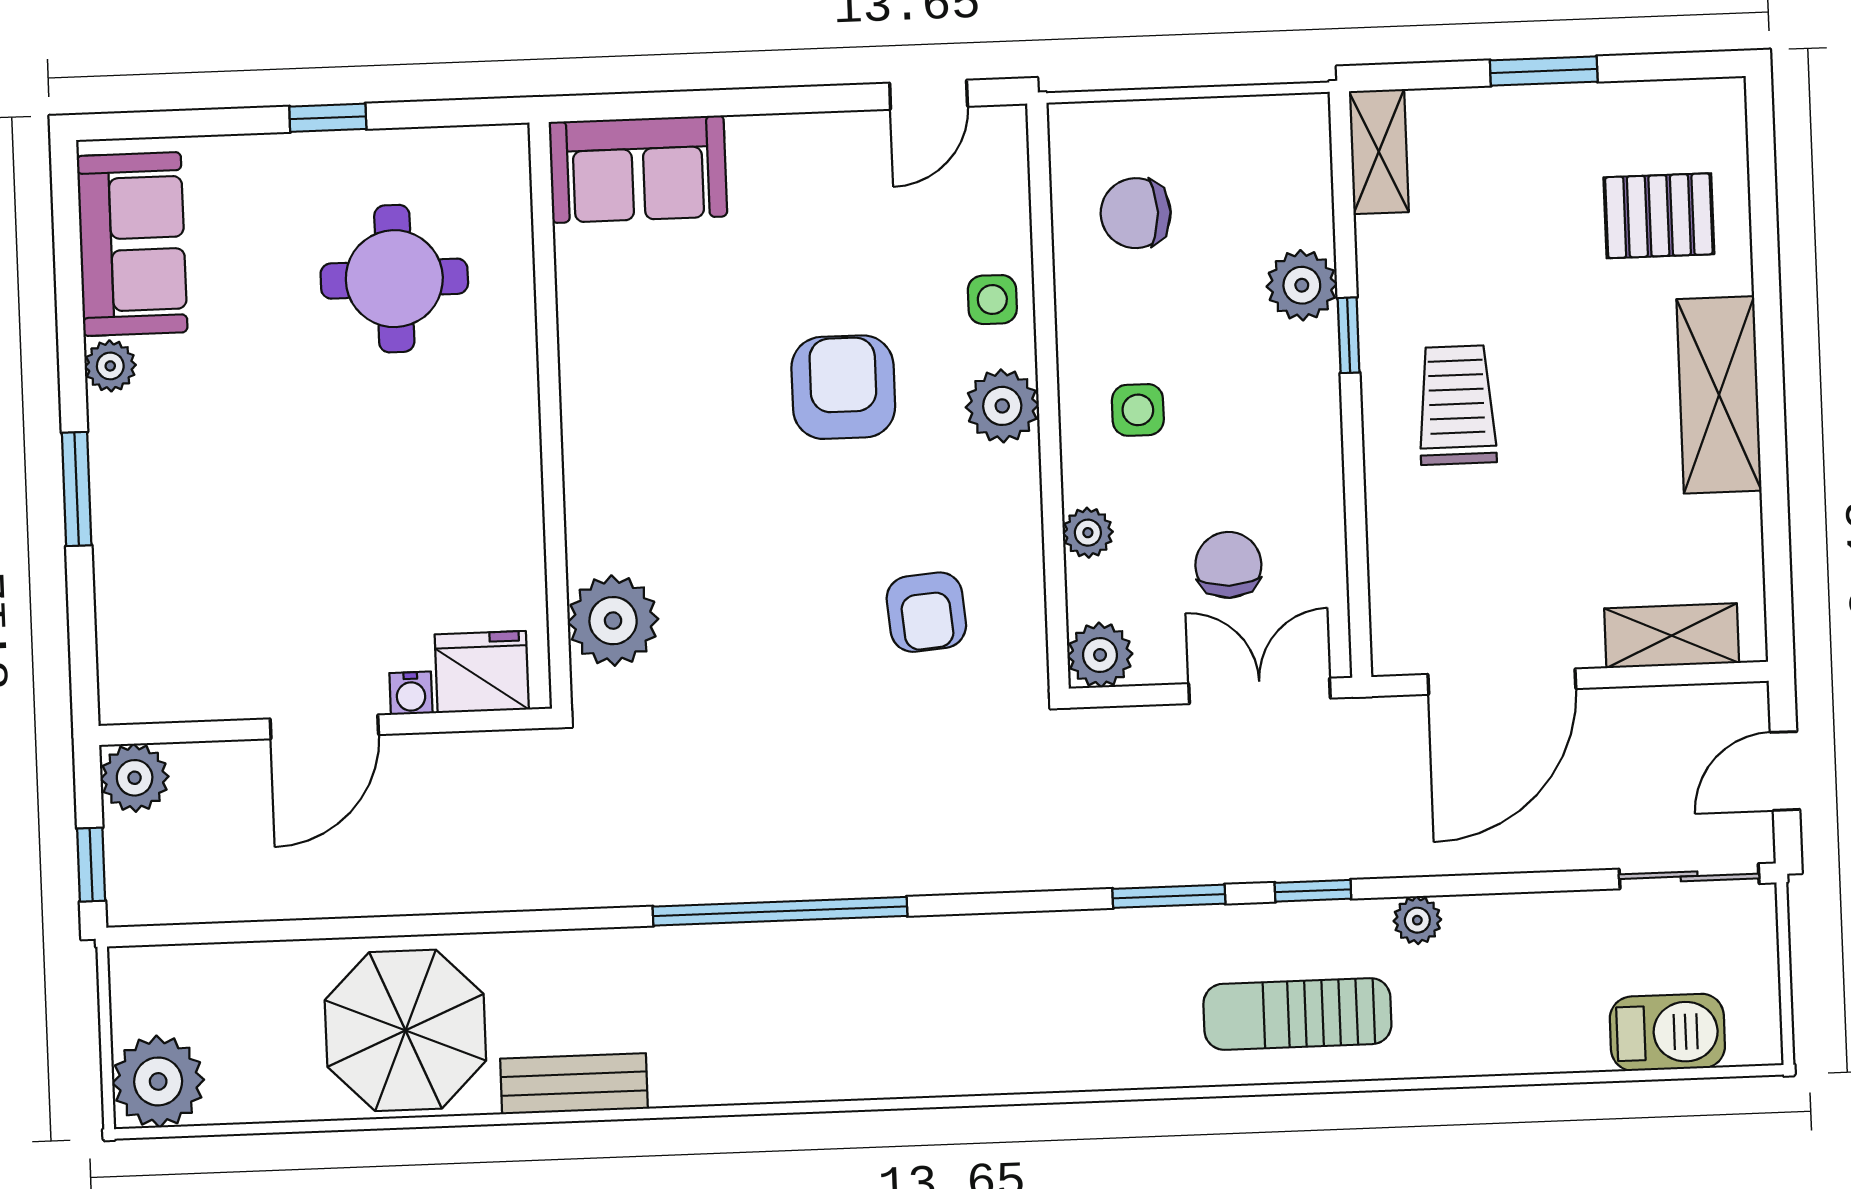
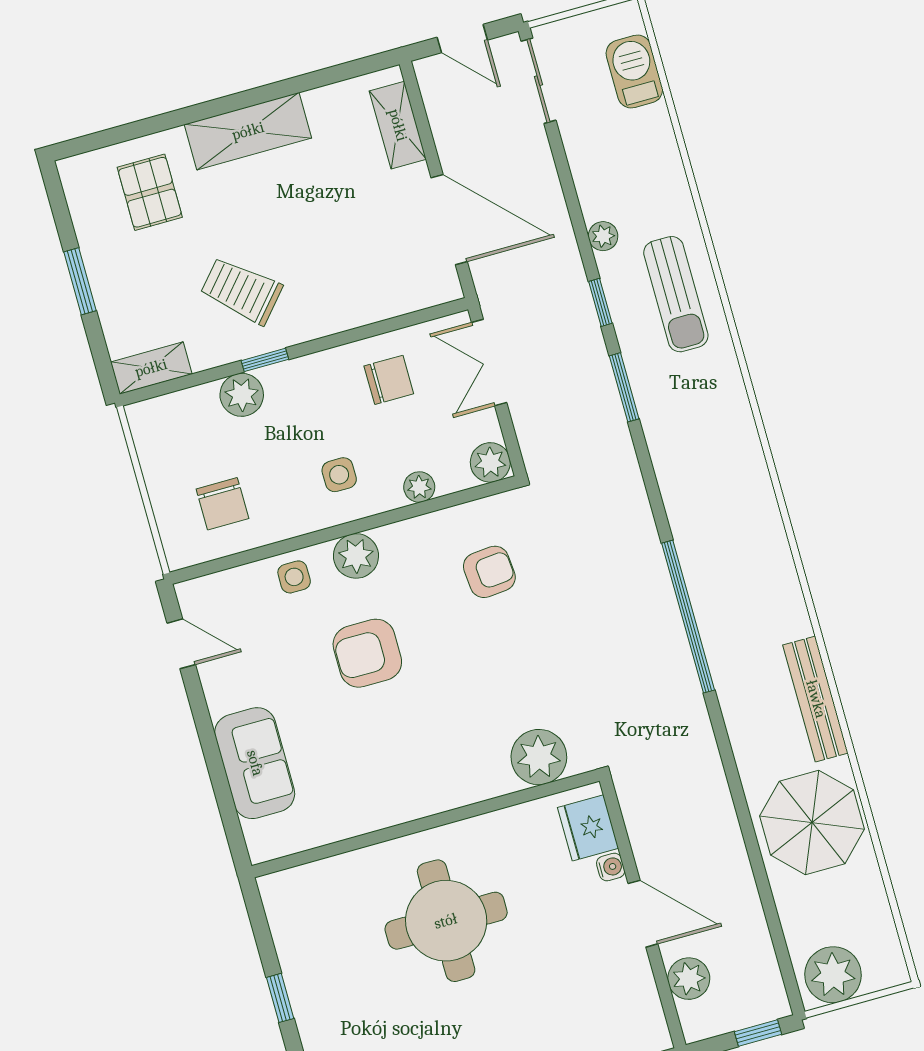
sofa: (638, 169) -> (255, 763), moved
round table: (394, 279) -> (446, 921), moved, width x1.36, depth x1.36
trolley: (1457, 405) -> (241, 291), moved, turned 41
chair: (1228, 565) -> (389, 380), moved, turned 180
plant: (135, 778) -> (689, 979), moved
plant: (158, 1081) -> (833, 975), moved
bench: (574, 1084) -> (816, 699), width x1.36

